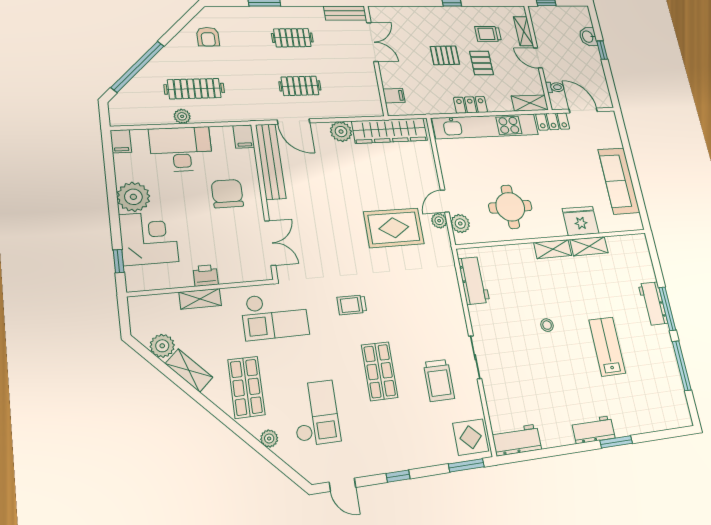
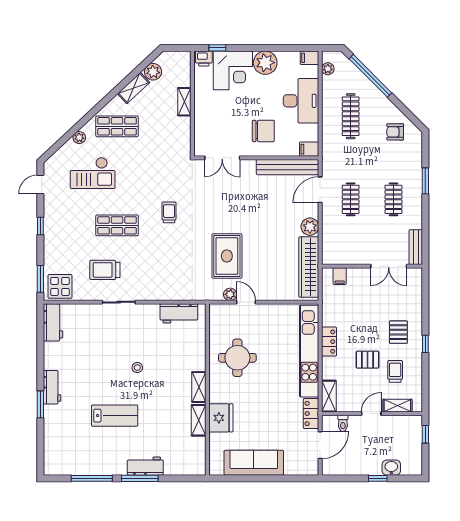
pallet: (445, 55) -> (398, 332), moved
plant: (182, 116) -> (328, 69), moved
plant: (460, 224) -> (226, 312), removed
printer: (206, 275) -> (204, 59), moved, turned 90
checkout: (275, 316) -> (166, 154), removed

